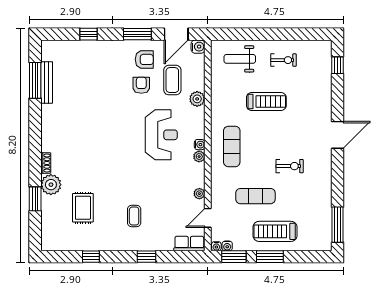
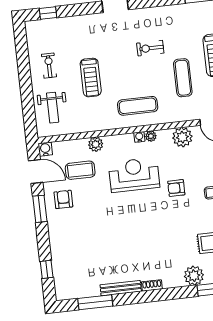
window: (88, 34) -> (47, 269), moved
bench: (47, 82) -> (121, 288), moved
armchair: (141, 85) -> (176, 188), moved
treadmill: (266, 101) -> (91, 77), turned 180
shoe rack: (46, 163) -> (152, 285), moved
exercise bike: (290, 166) -> (150, 48), turned -90
plant: (199, 194) -> (182, 137), width x1.88, depth x1.88

